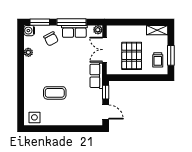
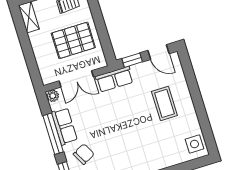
coffee table: (55, 93) -> (164, 103), moved
door: (106, 112) -> (158, 52), swing flipped

